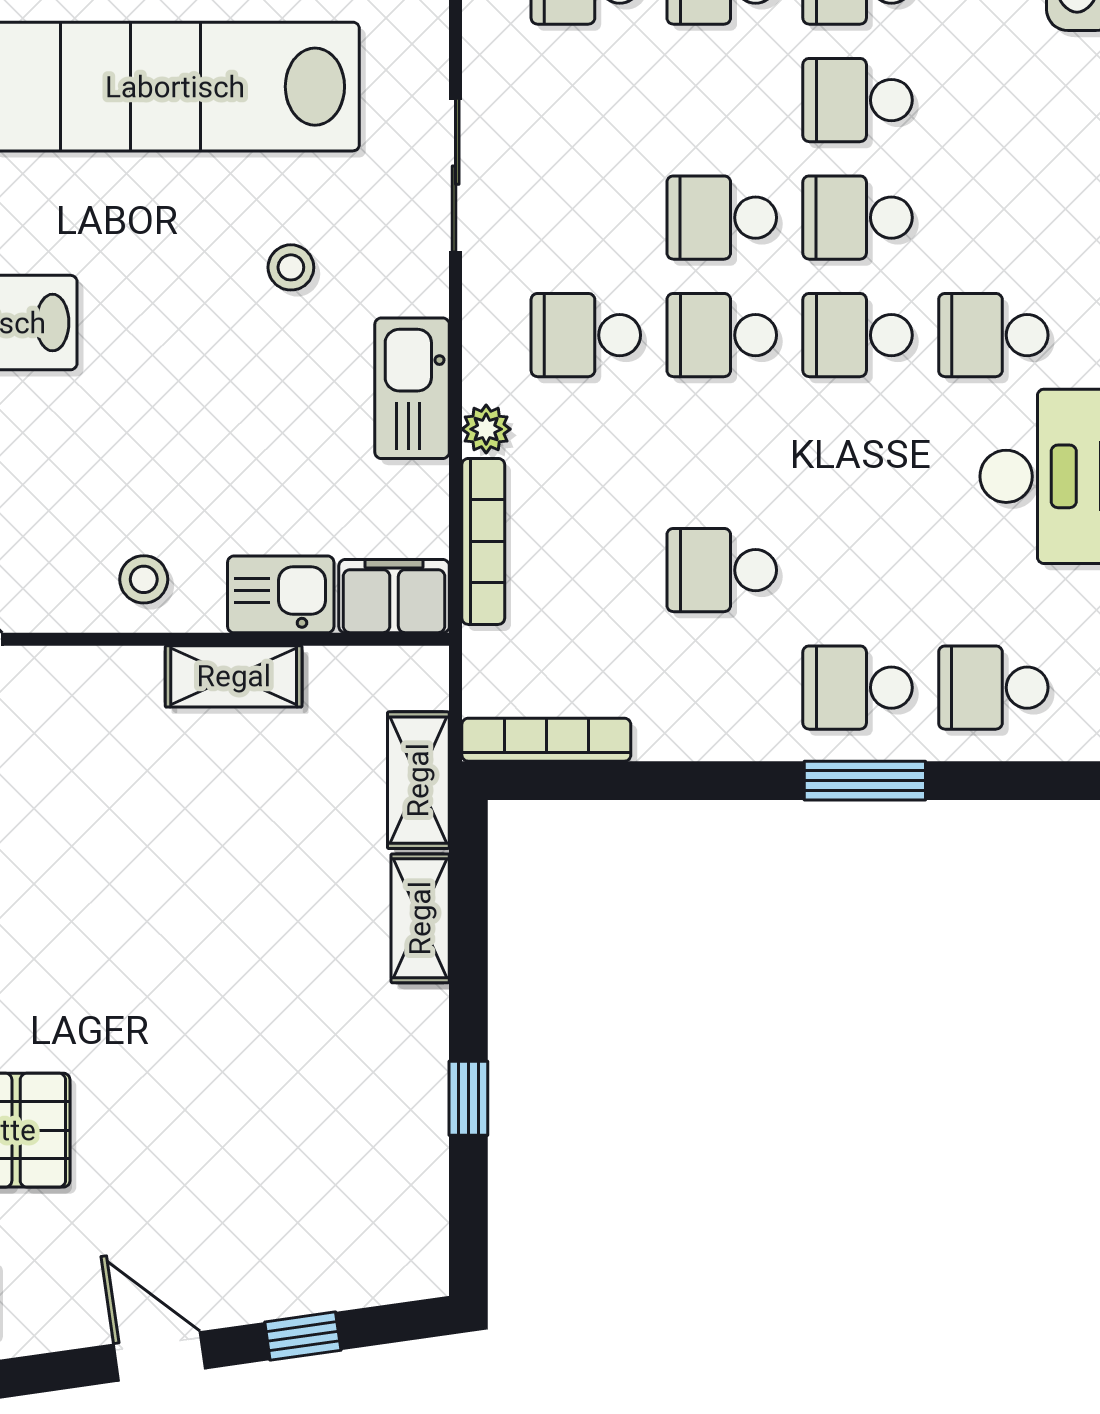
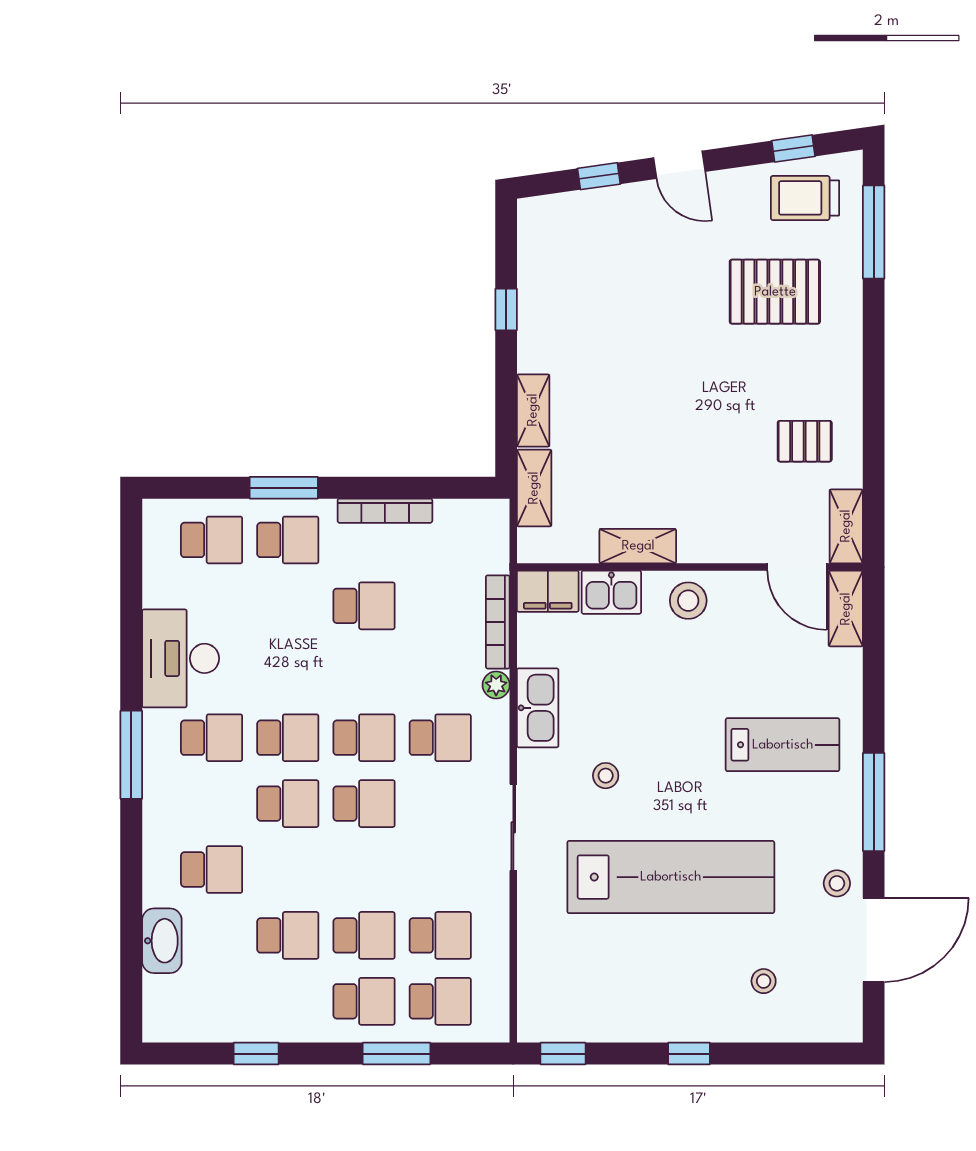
school desk: (858, 100) -> (212, 870), moved
stool: (144, 579) -> (688, 601), width x1.37, depth x1.37
bookcase: (546, 740) -> (385, 511), moved

